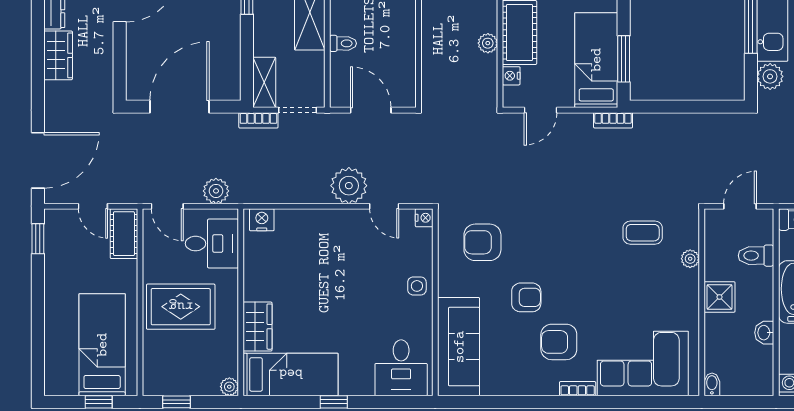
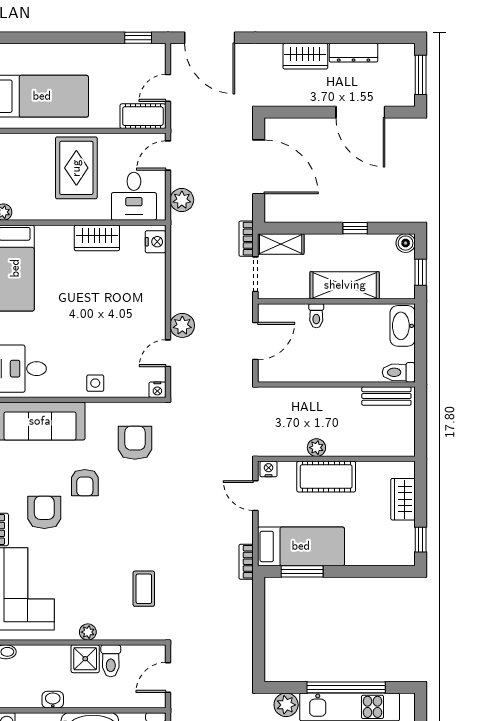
nightstand: (511, 76) -> (269, 469), moved
plant: (349, 186) -> (182, 325), width x0.73, depth x0.73
door: (740, 206) -> (168, 677), swing flipped
toilet: (756, 256) -> (111, 661), moved, turned 180
plant: (690, 259) -> (88, 632), moved
wardrobe: (257, 327) -> (97, 238), moved

